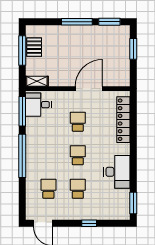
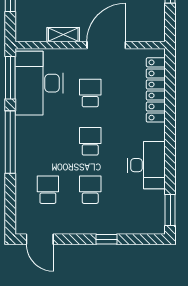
shelving: (37, 81) -> (63, 35), moved
desk: (38, 105) -> (39, 83), width x1.87, depth x1.30

